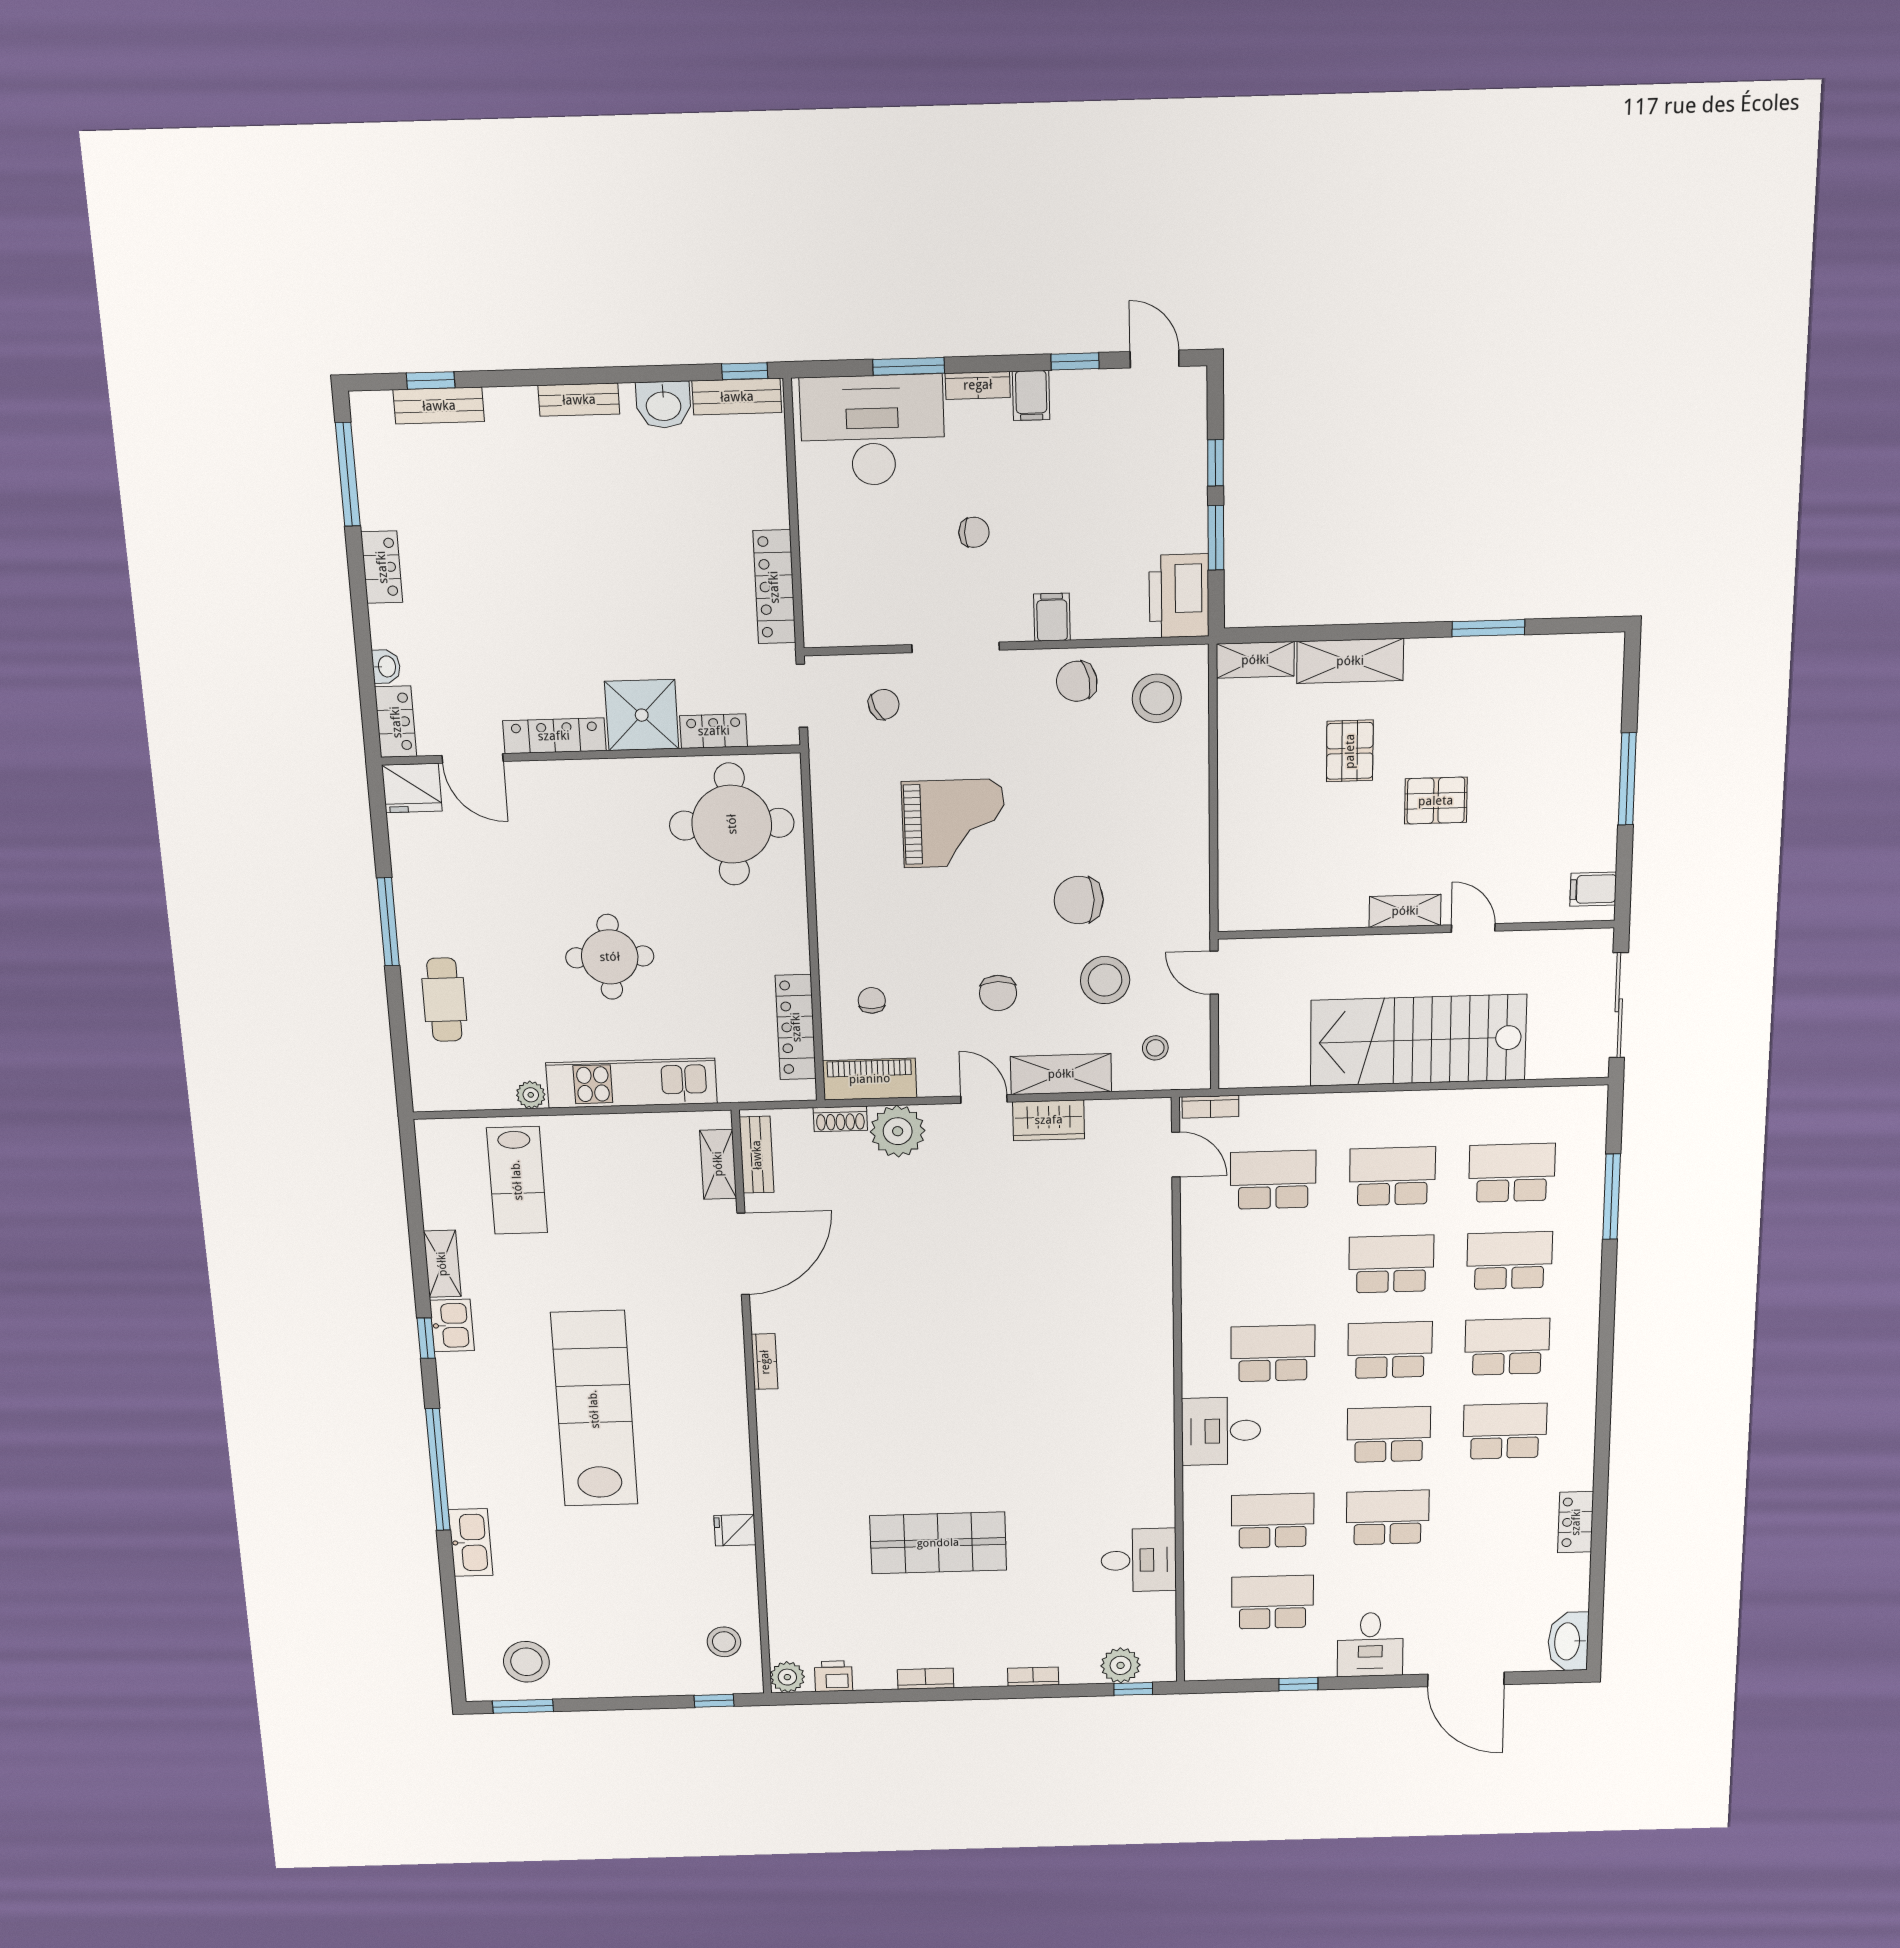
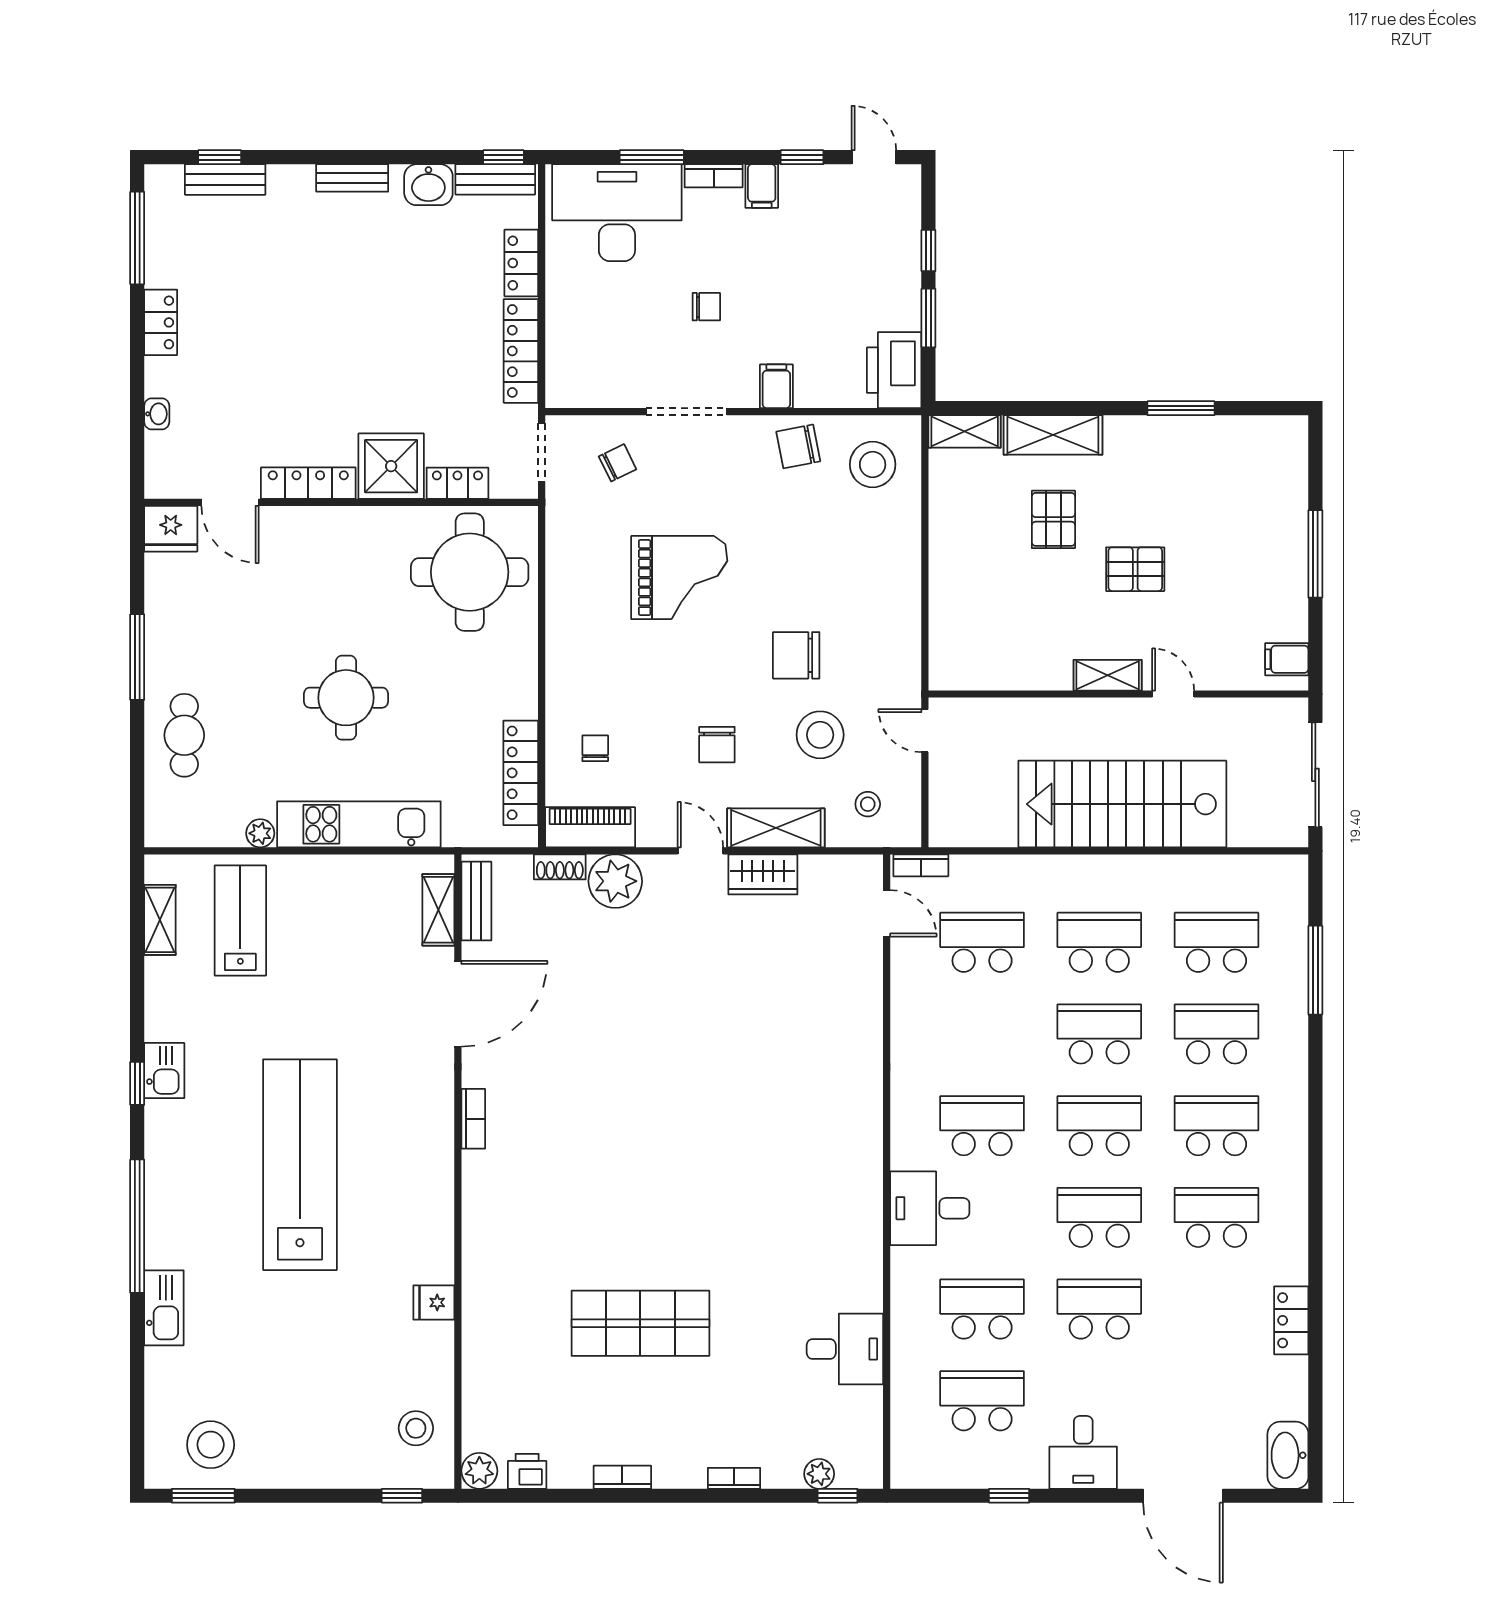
locker: (396, 722) -> (521, 263), moved, turned 180
lab bench: (517, 1180) -> (240, 920), turned 180
shelving: (442, 1264) -> (160, 920), moved
plant: (1121, 1665) -> (819, 1474), width x0.73, depth x0.73

